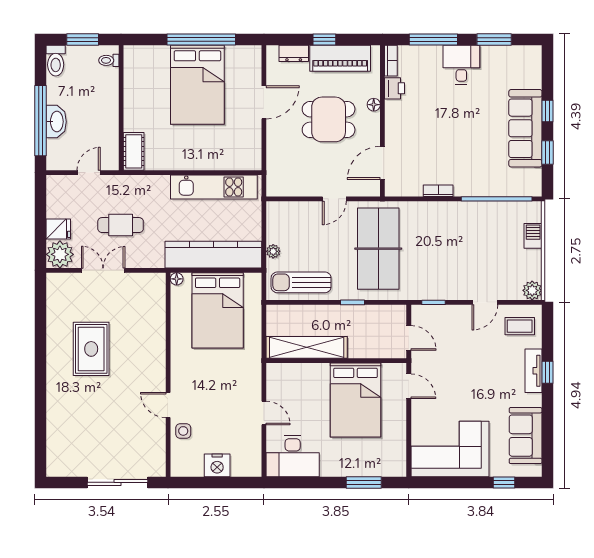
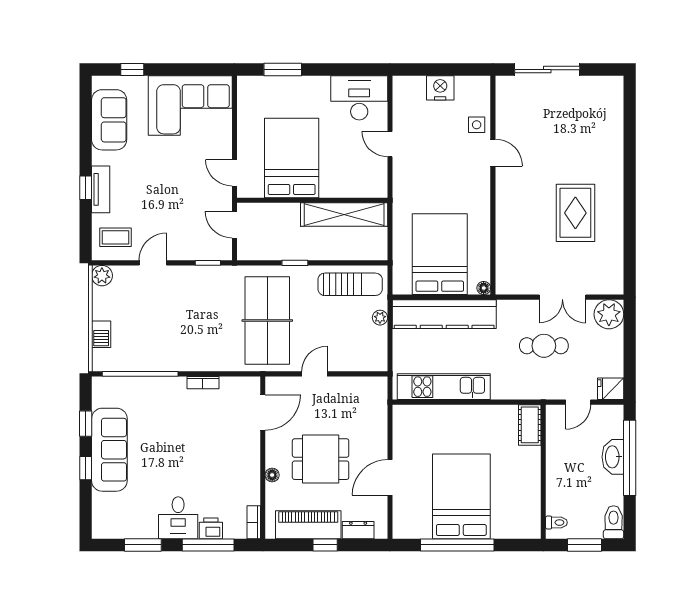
printer: (394, 88) -> (211, 528), moved, turned 90
fridge: (58, 229) -> (611, 389), moved

